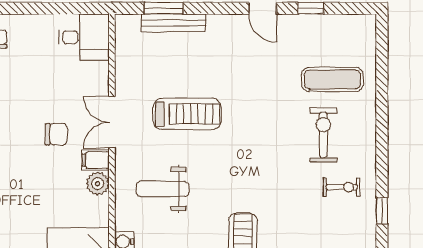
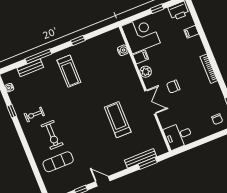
treadmill: (187, 114) -> (118, 120), turned 90
filing cabinet: (96, 160) -> (141, 57), moved
weight bench: (163, 189) -> (115, 81), removed

